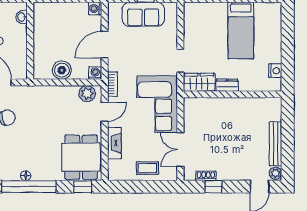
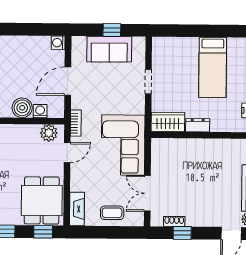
doorway: (180, 61) -> (148, 82), moved
washing machine: (95, 73) -> (40, 111), moved
fireplace: (114, 143) -> (77, 209), moved

